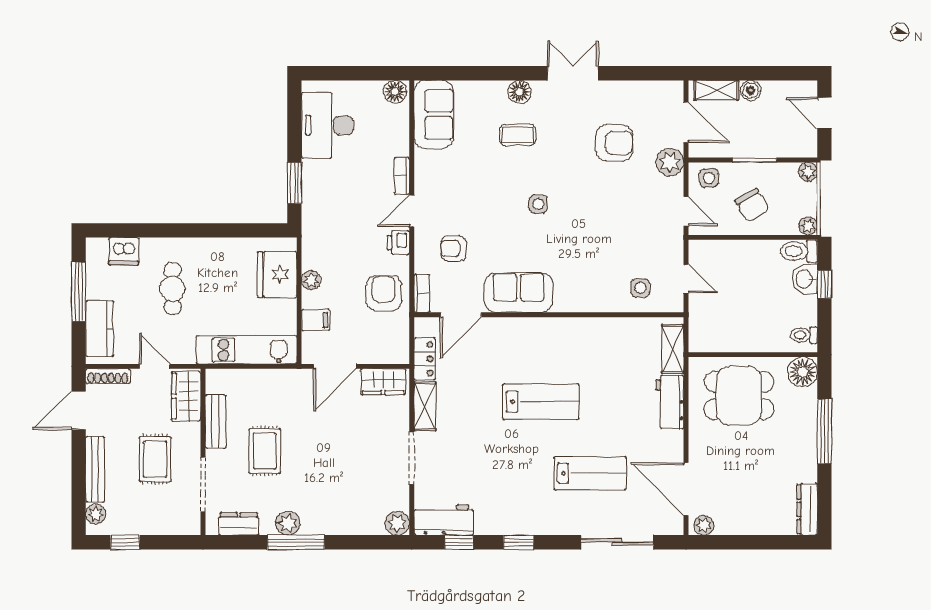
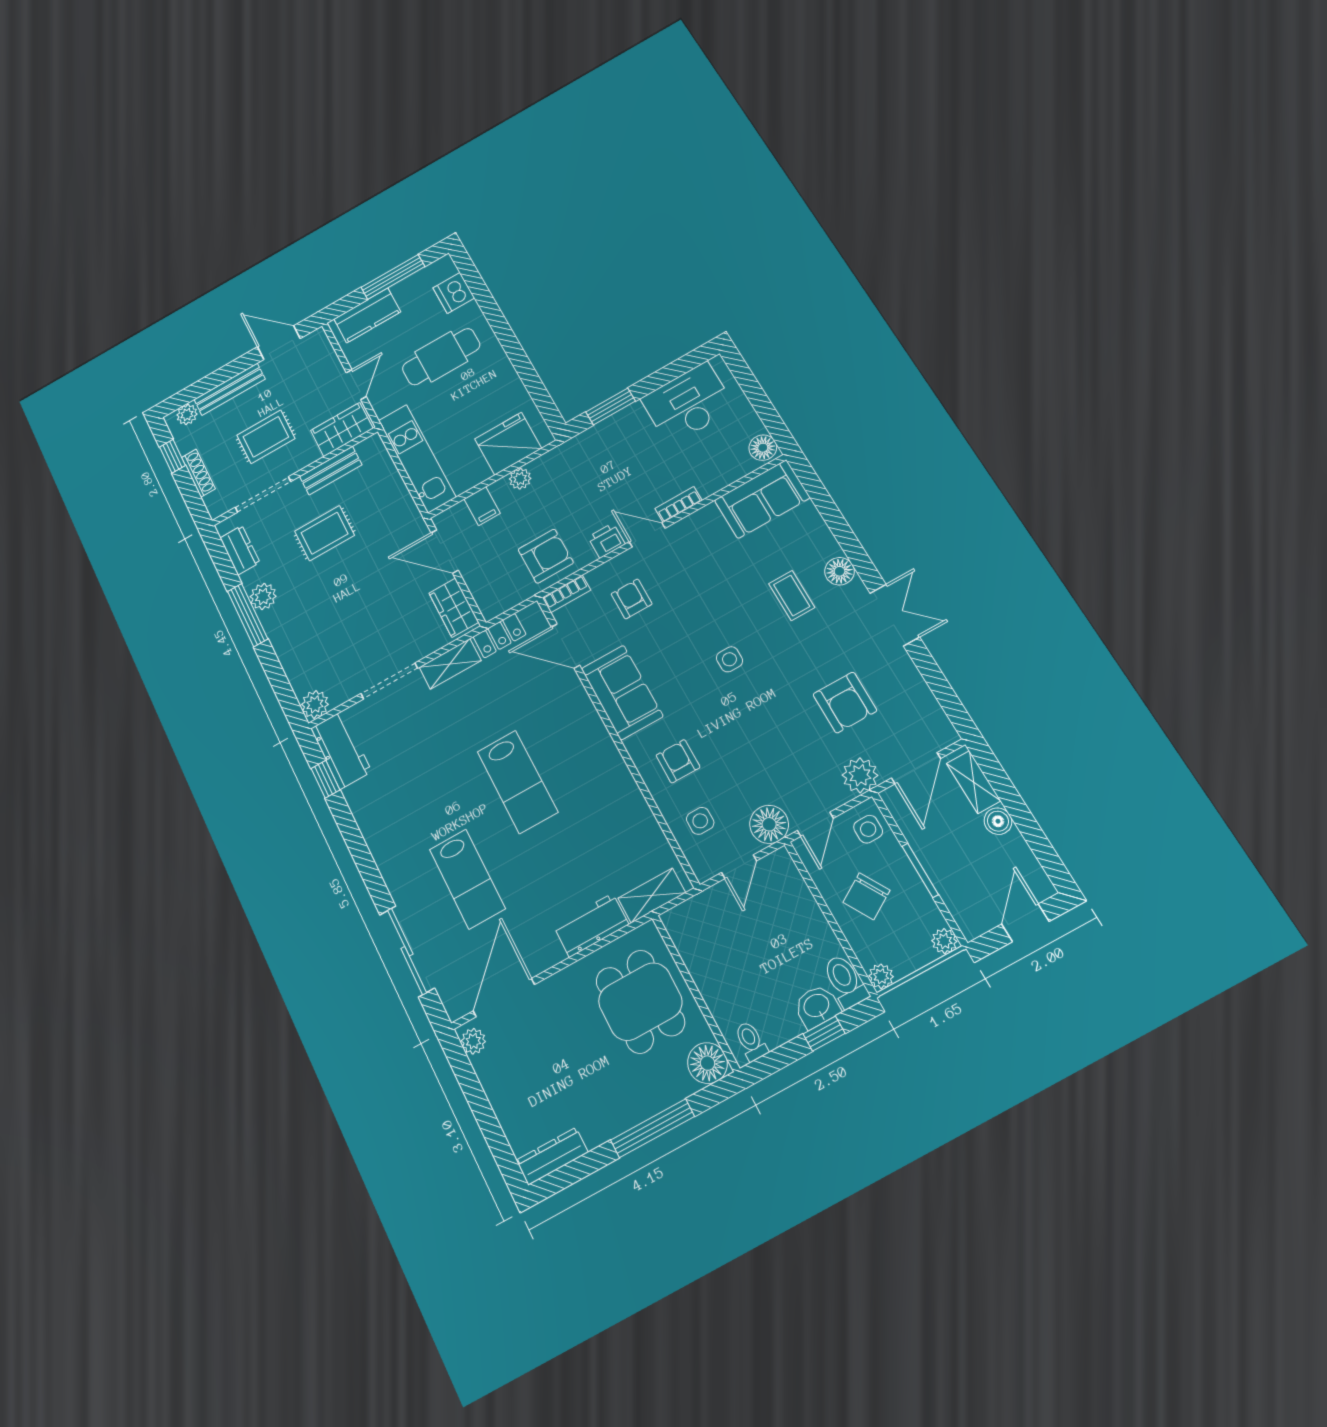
floor lamp: (669, 242) -> (769, 824), added
armchair: (590, 280) -> (678, 761), added
cafe table: (172, 289) -> (441, 357), width x1.37, depth x1.35
shoe rack: (108, 376) -> (198, 473), moved, turned 180
window: (519, 542) -> (355, 842), removed

